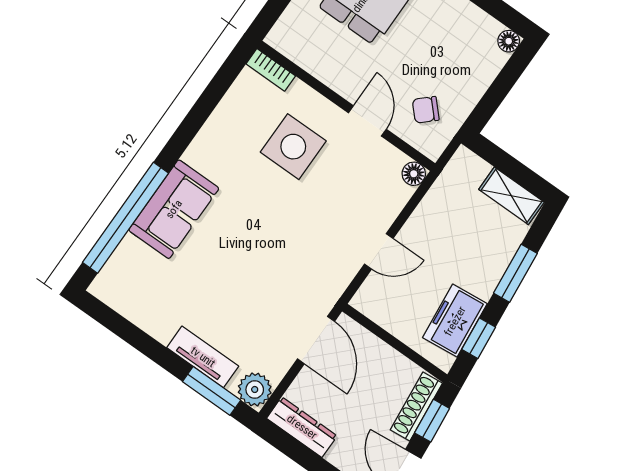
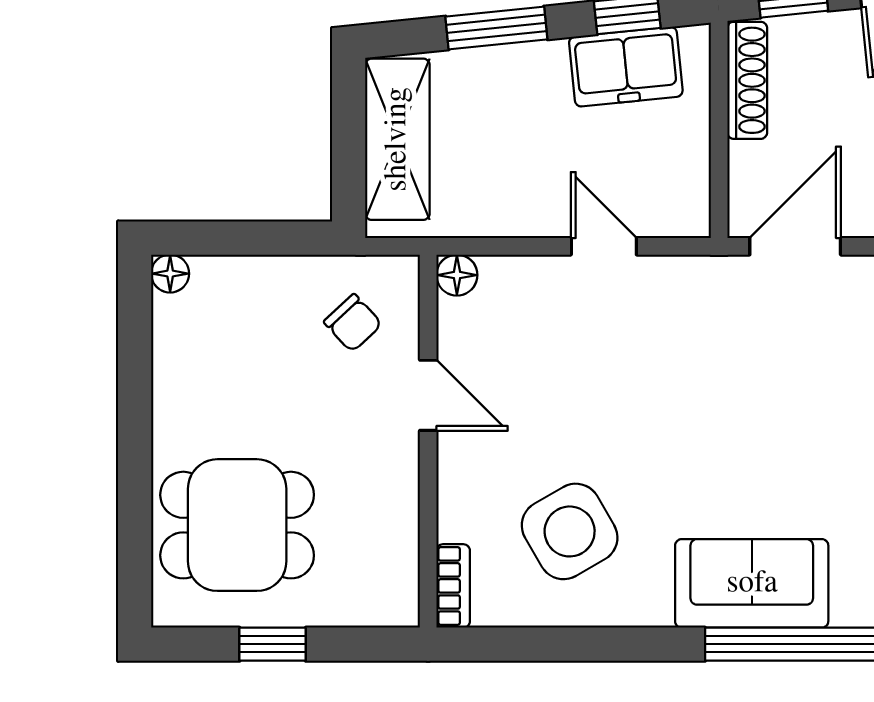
door: (367, 121) -> (428, 395), swing flipped
side table: (293, 147) -> (570, 531), moved, turned -30
shelving: (511, 196) -> (397, 139), width x1.50, depth x1.33
shoe rack: (416, 406) -> (747, 80), moved, turned -84

